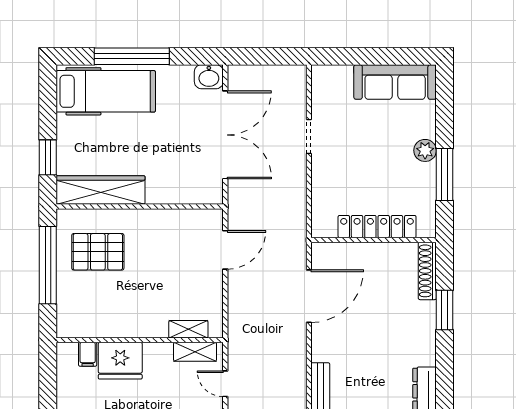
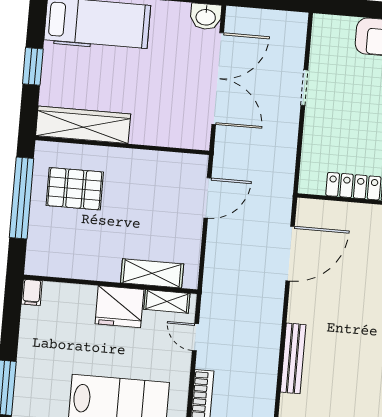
window: (48, 157) -> (33, 66), moved
shelving: (188, 329) -> (152, 273), width x1.50, depth x1.33
filing cabinet: (88, 354) -> (32, 292), moved
fridge: (120, 361) -> (119, 307), moved

